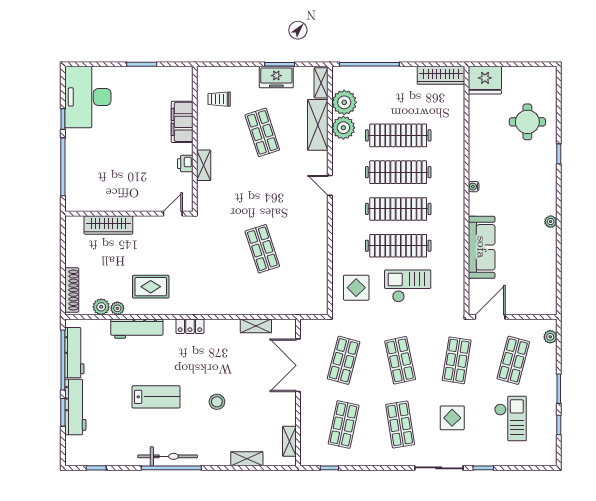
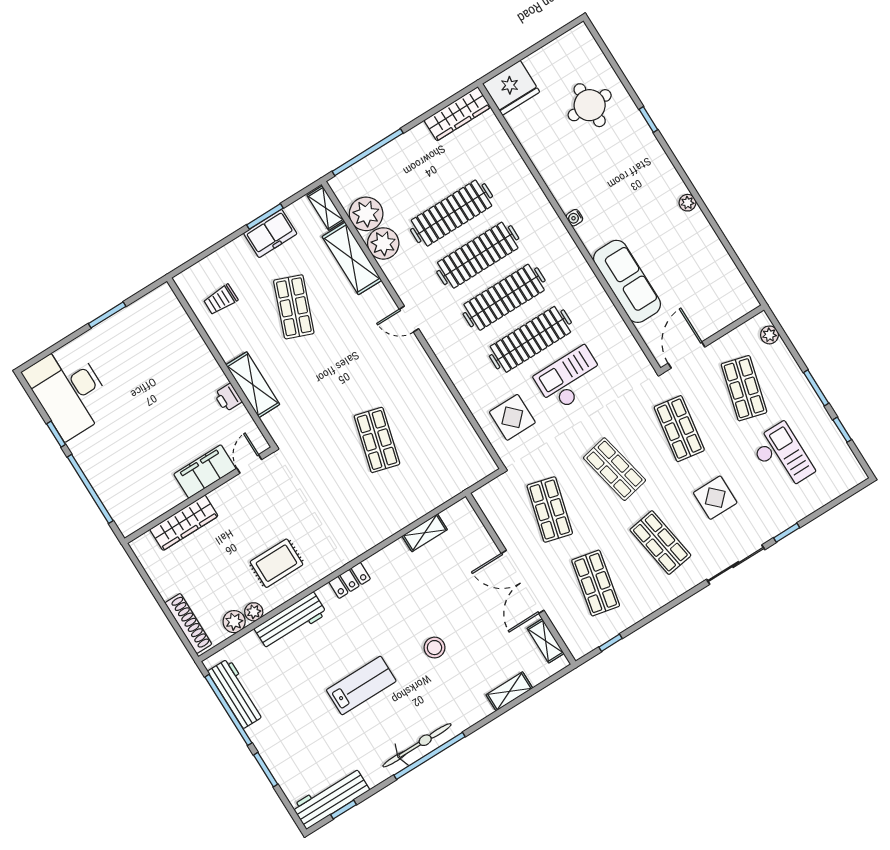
filing cabinet: (182, 122) -> (205, 471), moved, turned 90
shop shelf: (262, 132) -> (294, 307), turned 39
shelving: (204, 165) -> (253, 385), width x1.50, depth x1.33
shop shelf: (262, 249) -> (377, 440), turned 33
double door: (298, 365) -> (523, 582), moved
workbench: (75, 407) -> (331, 798), moved, turned -90

